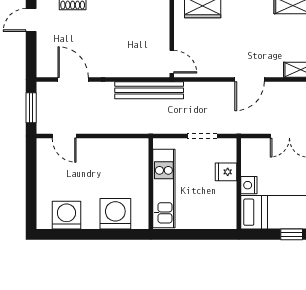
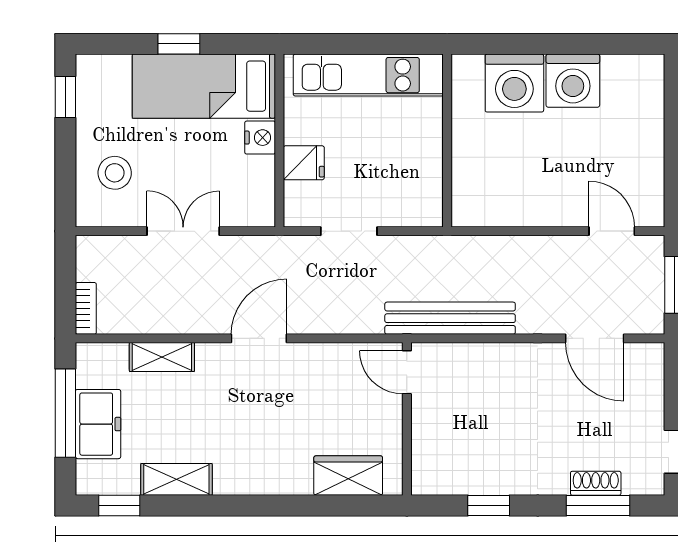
kitchen unit: (164, 188) -> (368, 75), moved, turned -90
washing machine: (66, 215) -> (573, 81), moved

